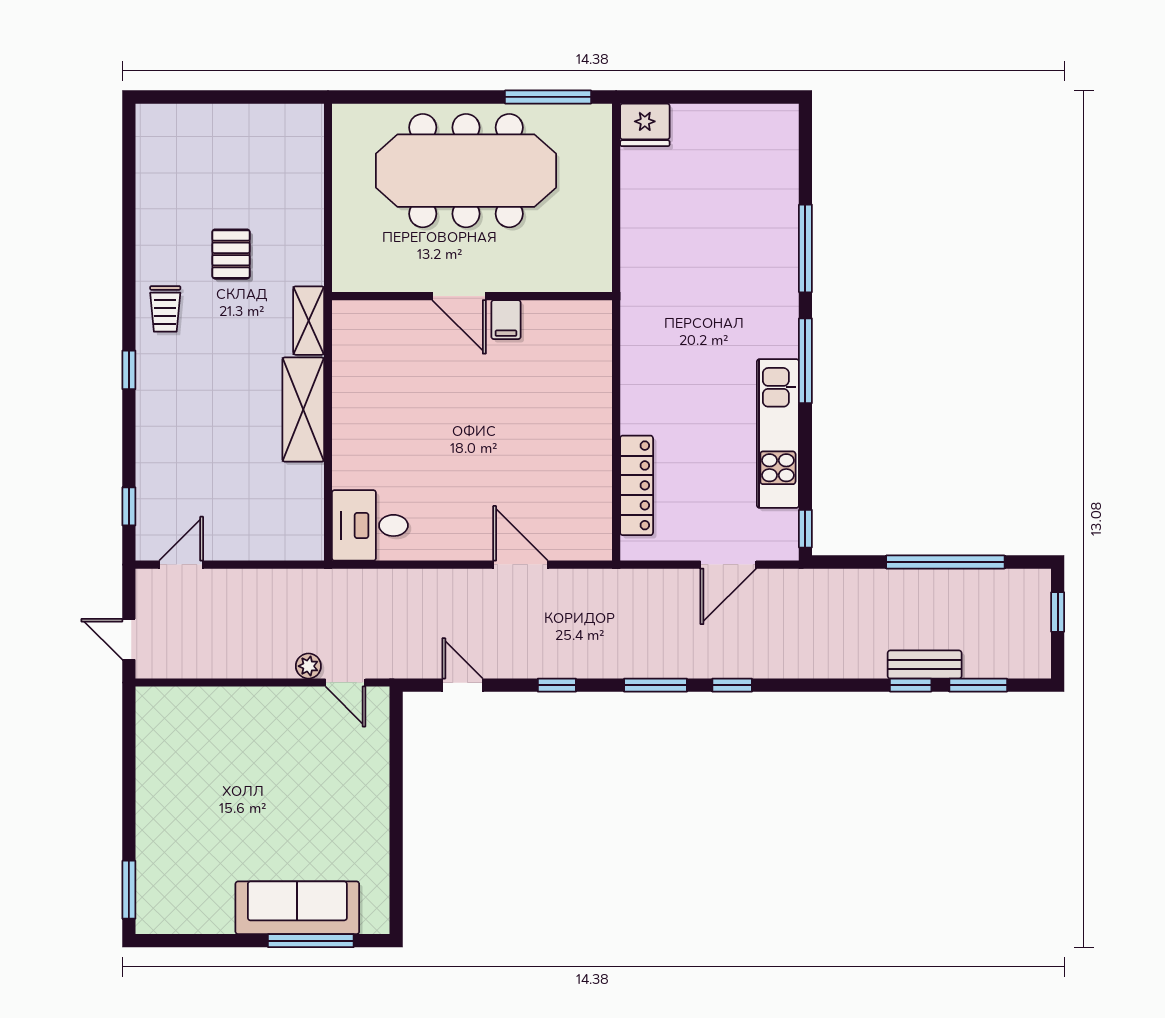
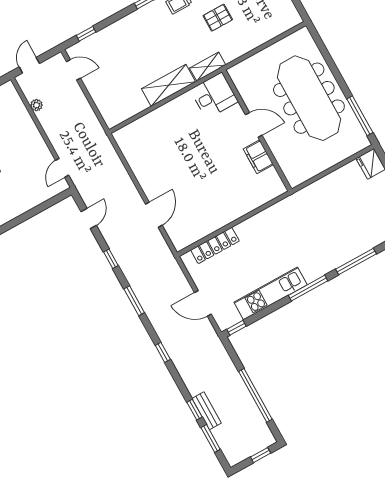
door: (459, 296) -> (254, 125), swing flipped
filing cabinet: (506, 320) -> (258, 157), width x2.00
desk: (370, 525) -> (214, 96), moved, turned 90
plant: (308, 666) -> (36, 105), moved
window: (732, 685) -> (163, 352), moved

